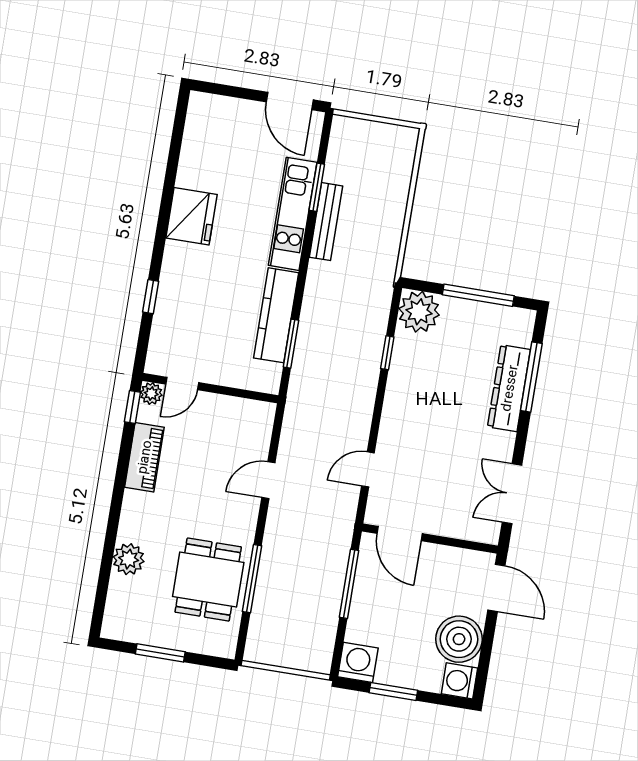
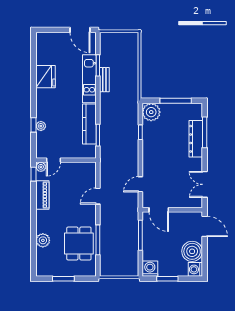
fridge: (191, 216) -> (46, 77), moved
bench: (326, 222) -> (104, 80), width x0.73
plant: (166, 302) -> (41, 126), added

